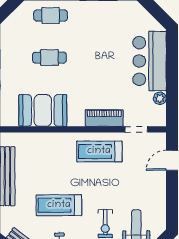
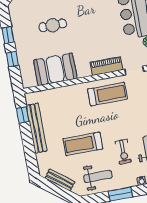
treadmill: (99, 151) -> (108, 94), turned 180

